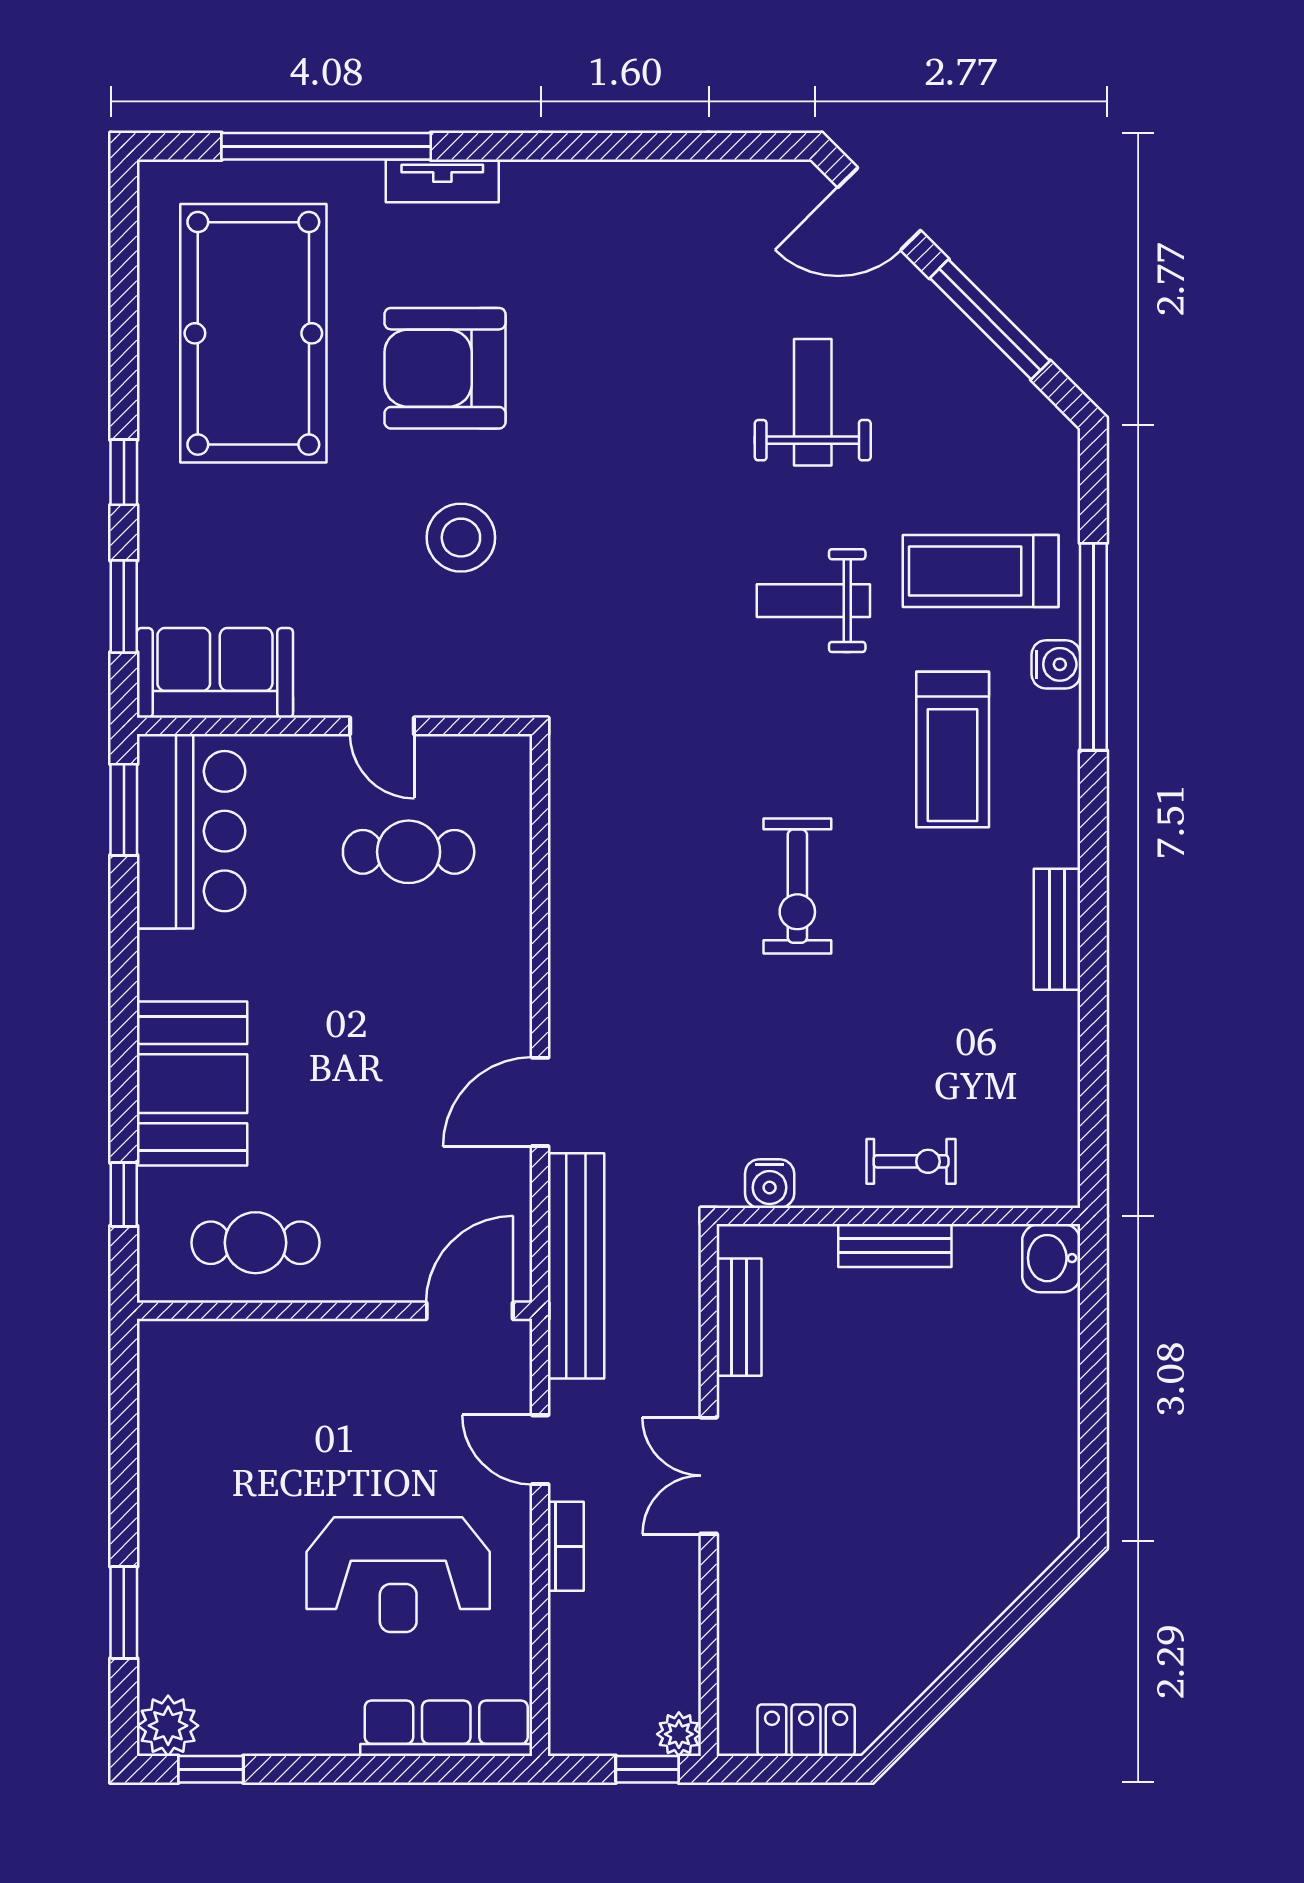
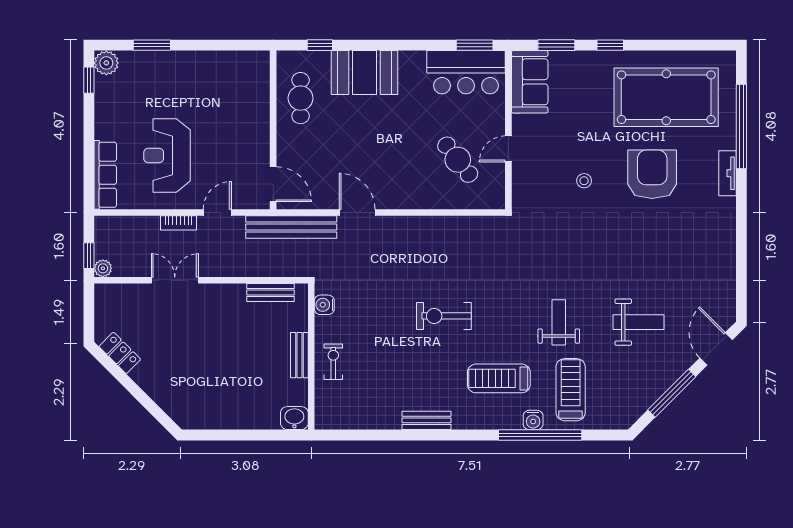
stool: (461, 538) -> (584, 181), width x0.53, depth x0.53
cafe table: (409, 852) -> (458, 160), turned -38
exercise bike: (911, 1161) -> (333, 362), turned 180
double door: (709, 1476) -> (175, 280), moved
locker: (806, 1730) -> (120, 353), moved, turned -45

